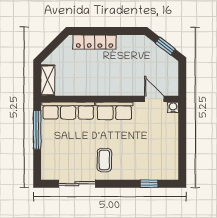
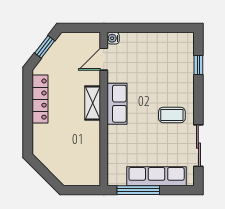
locker: (95, 42) -> (40, 99), moved
shelving: (48, 80) -> (93, 103), moved, turned 90
row of seats: (68, 111) -> (157, 176), moved, turned -90

